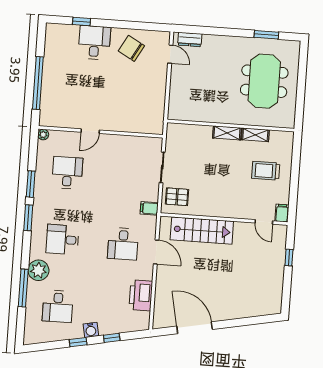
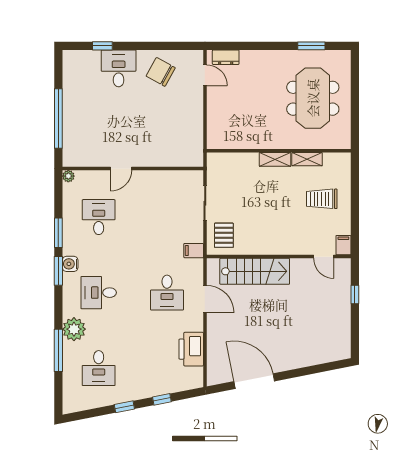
pallet: (177, 197) -> (224, 235), turned 90
water cooler: (91, 330) -> (70, 264), moved, turned 101

